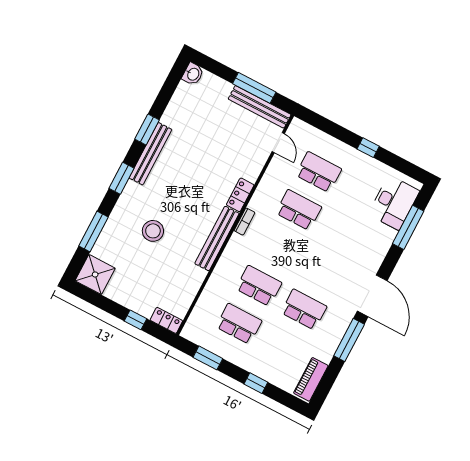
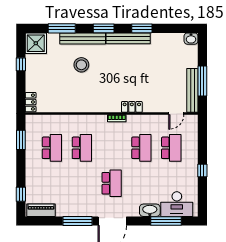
bench: (217, 238) -> (83, 38), moved
washbasin: (384, 241) -> (150, 210), added
school desk: (304, 309) -> (112, 183), moved
window: (136, 320) -> (21, 64), moved
window: (256, 383) -> (21, 194), moved

